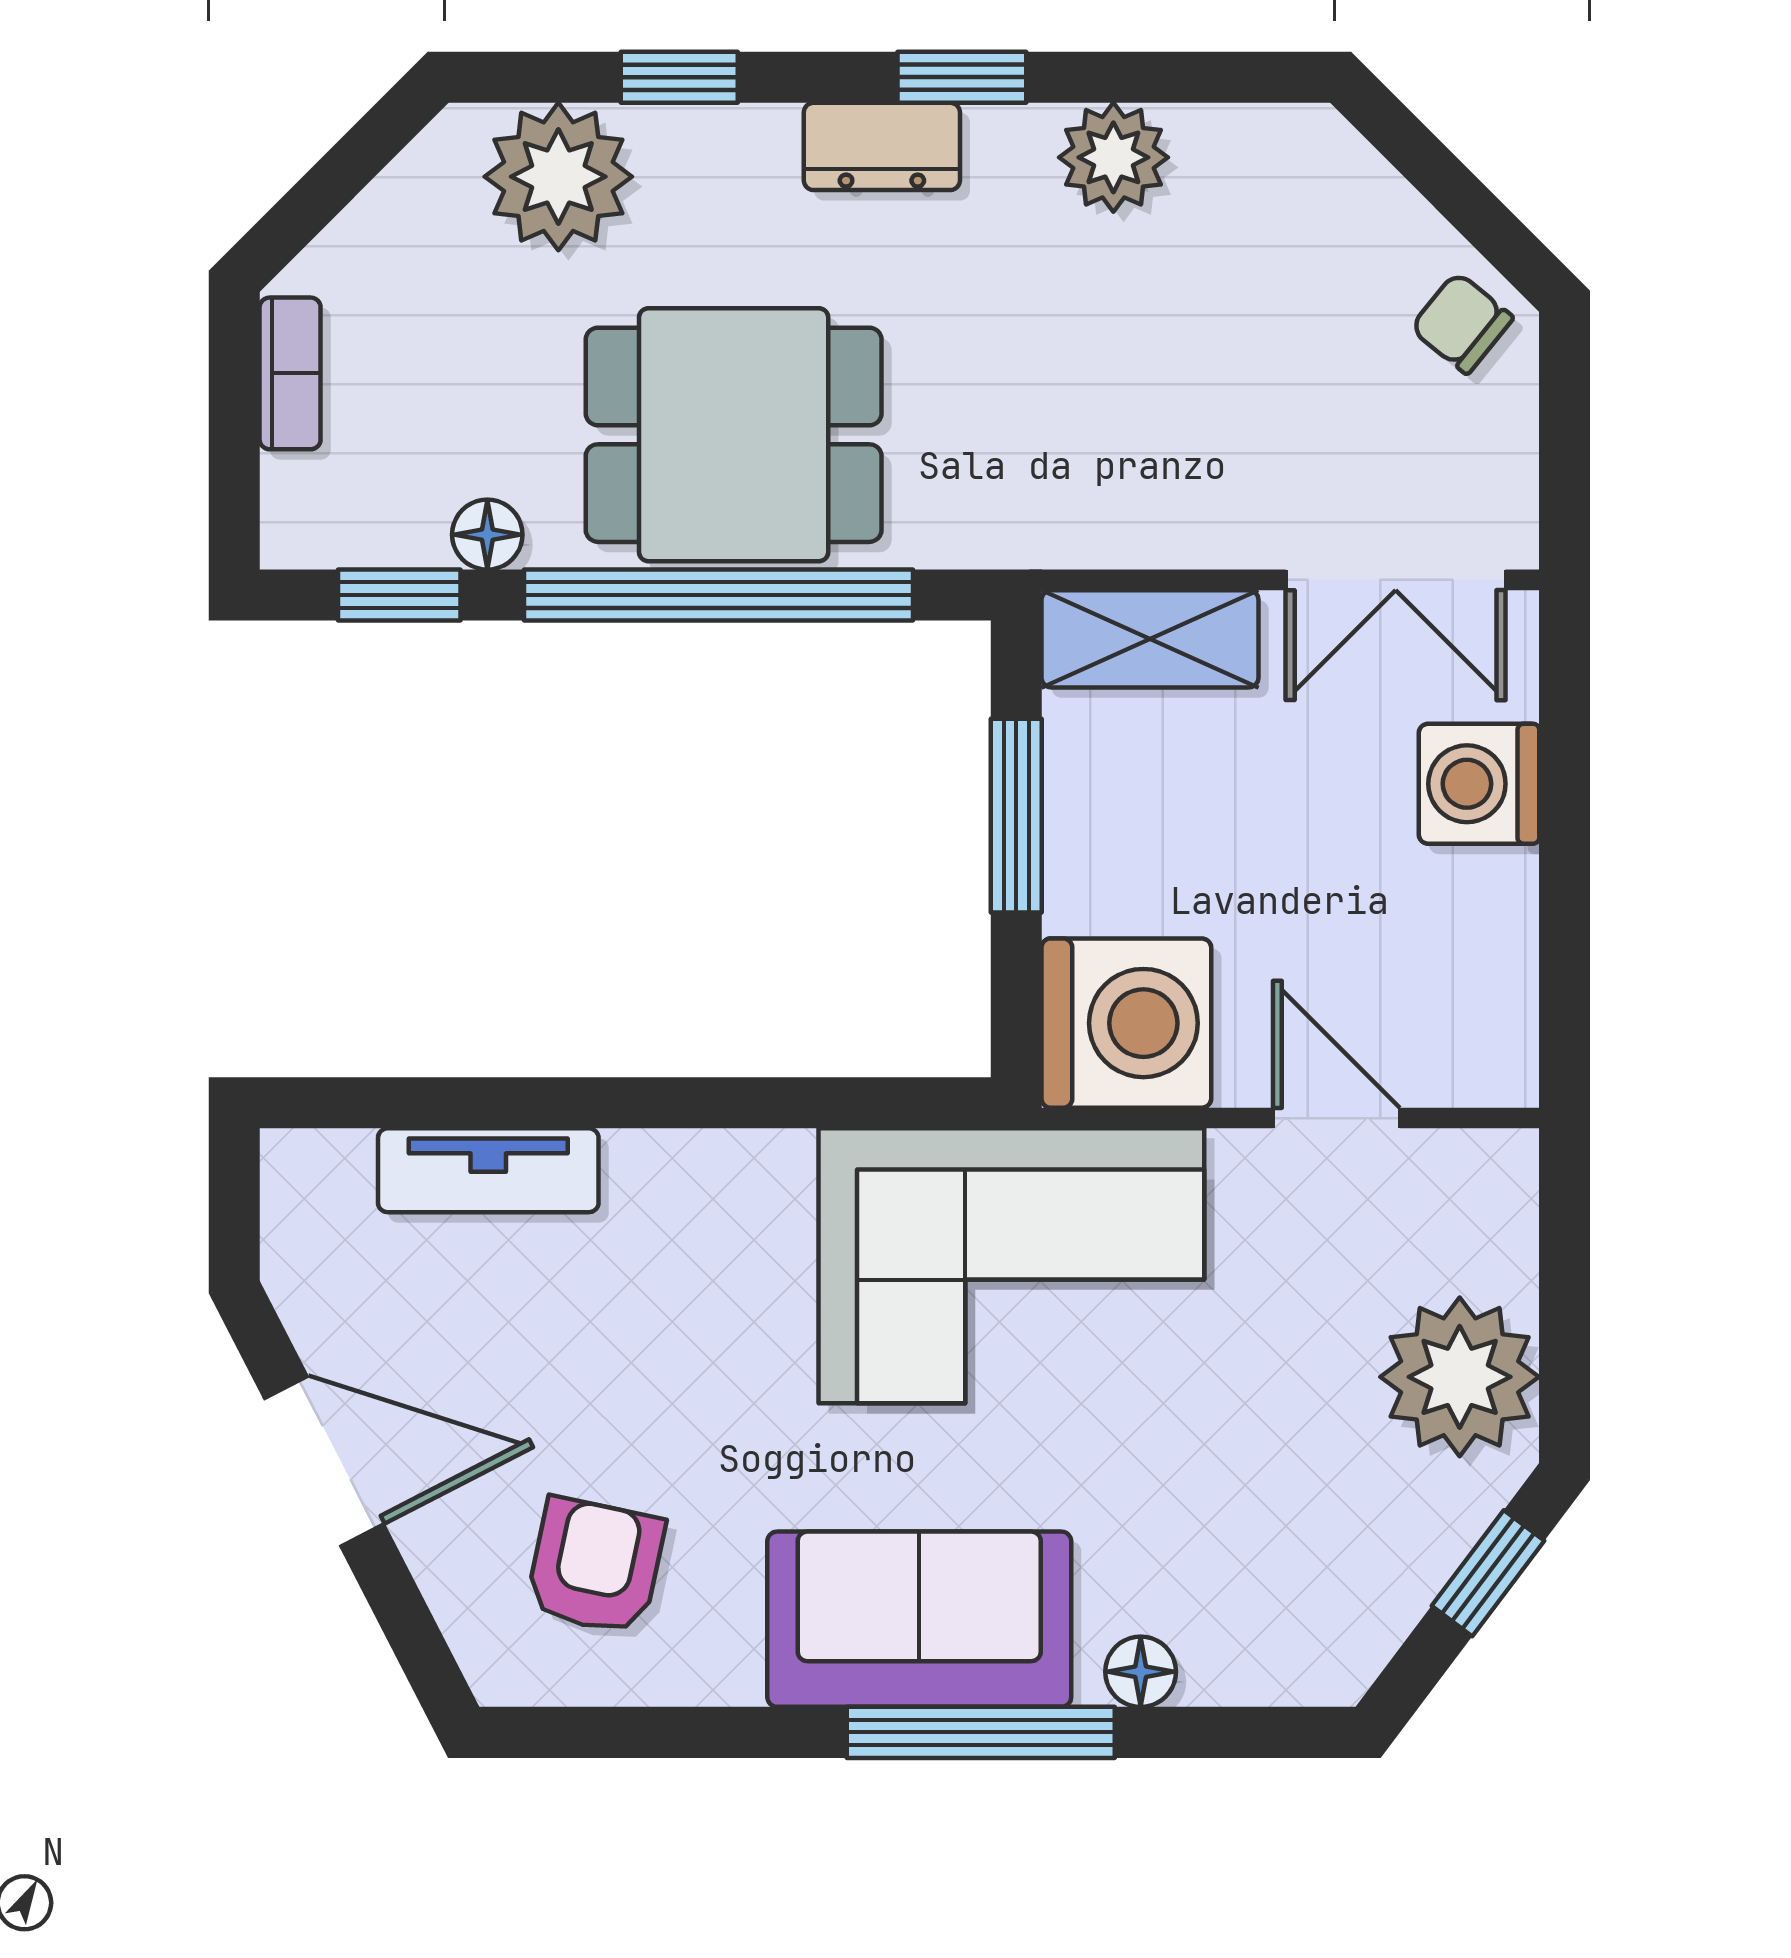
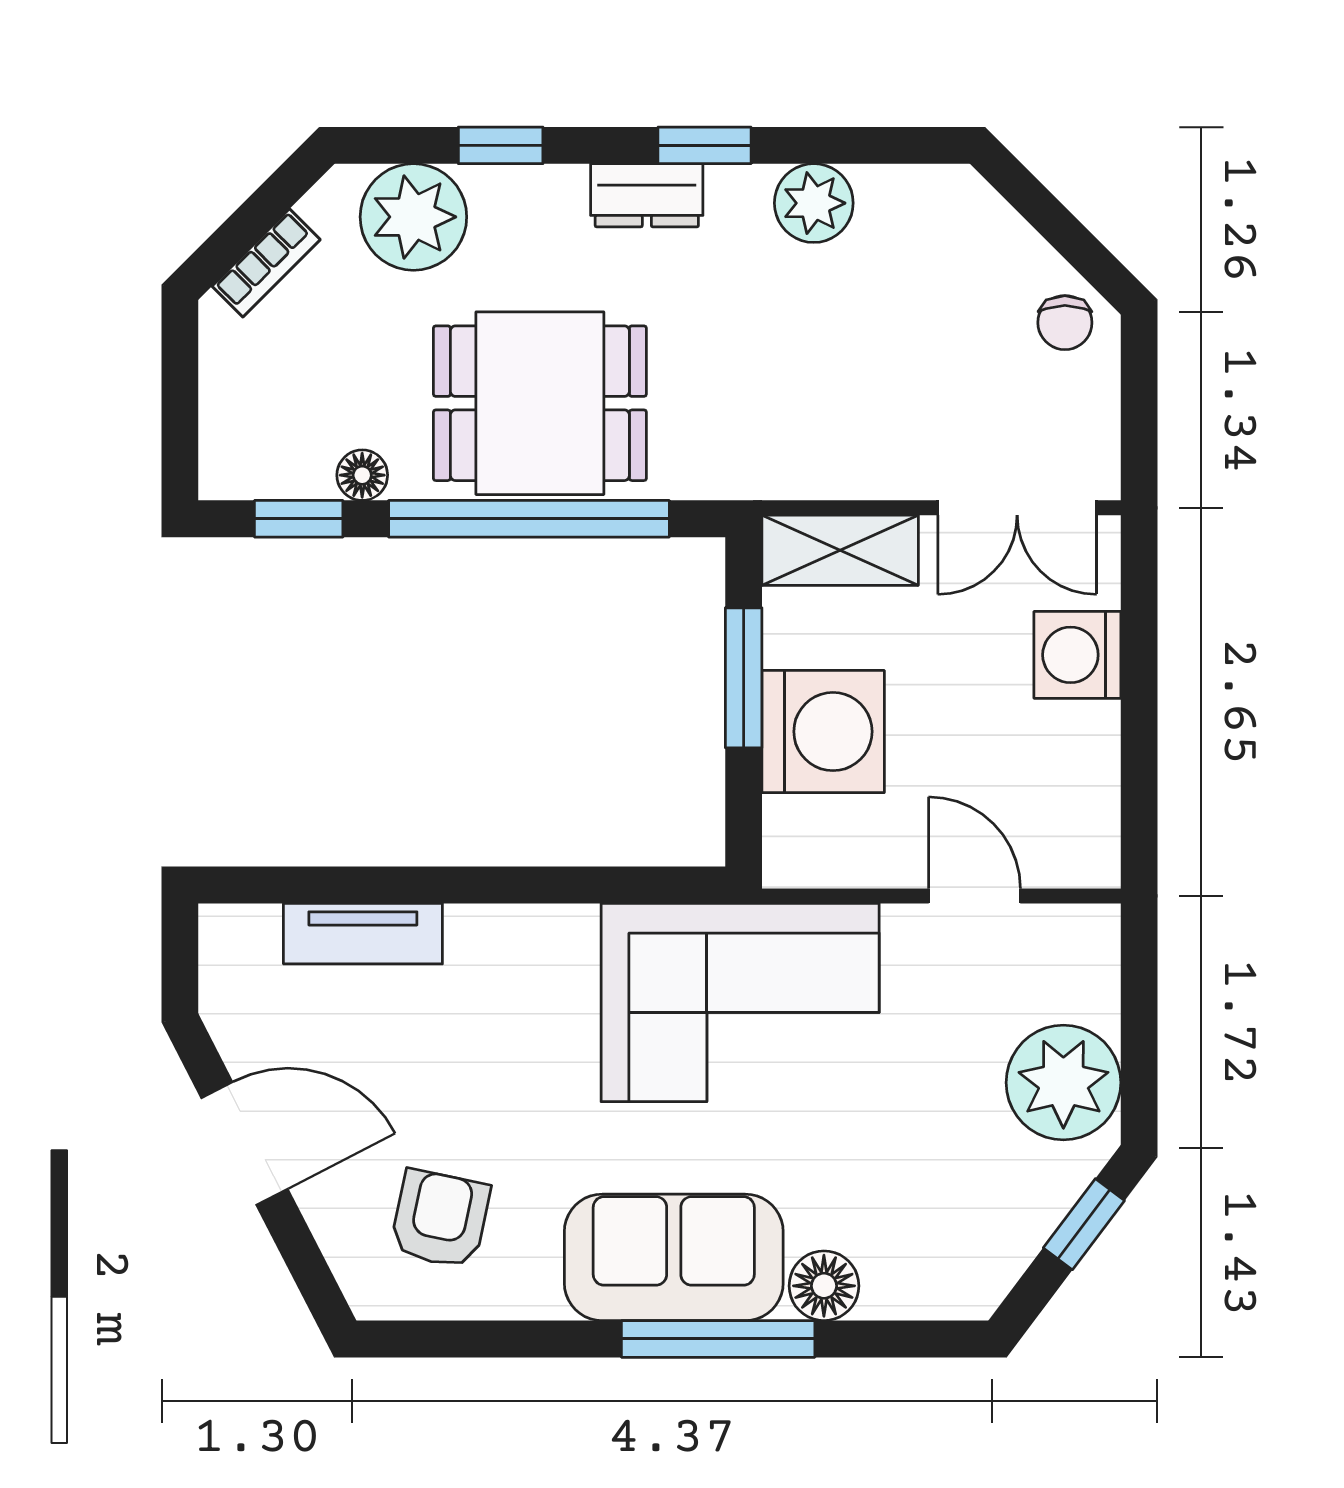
chair: (1462, 323) -> (1065, 323), turned -129
bookcase: (290, 373) -> (266, 263), moved, turned 45
washing machine: (1126, 1023) -> (823, 732), moved
floor lamp: (1141, 1672) -> (824, 1286), width x1.37, depth x1.37

